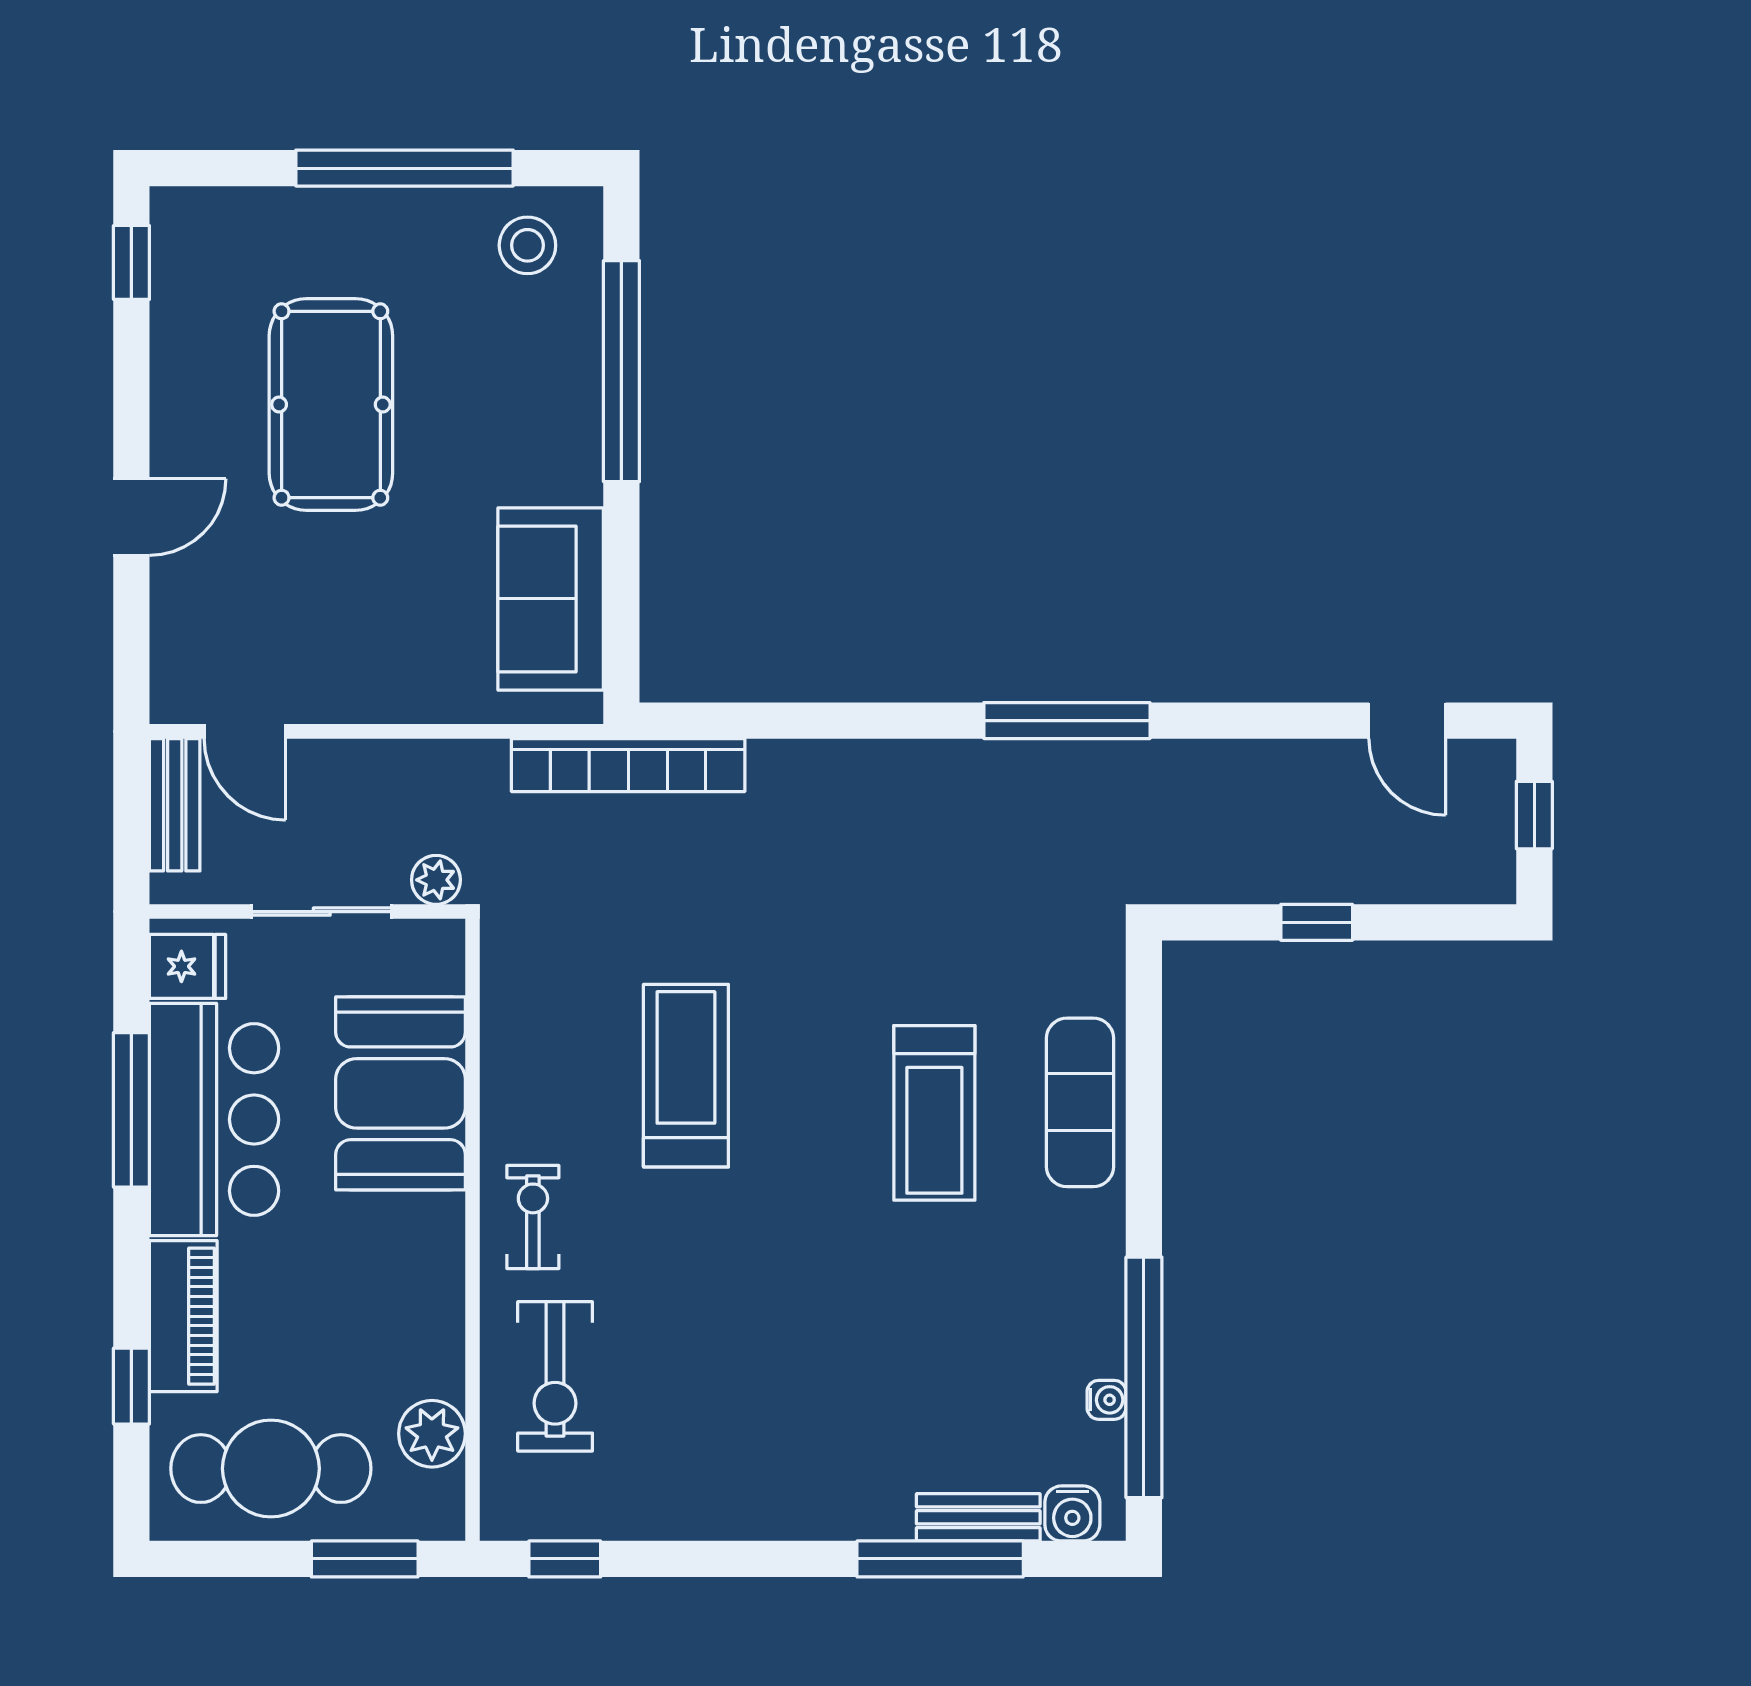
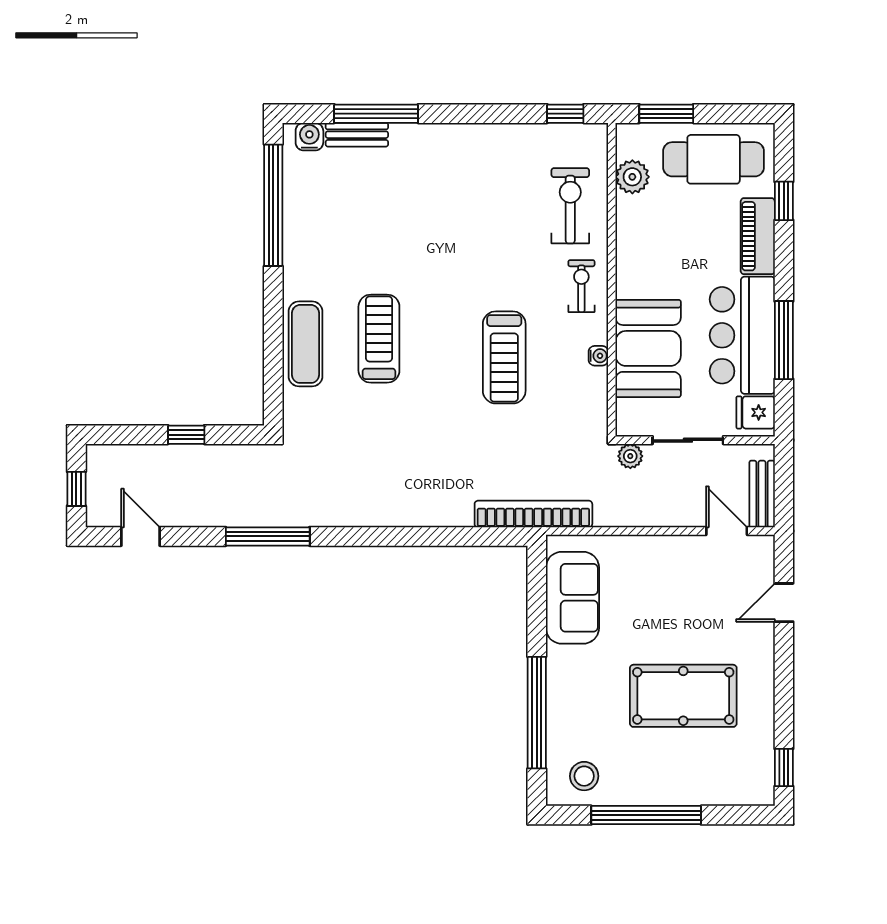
pool table: (331, 404) -> (683, 696), turned 90
door: (131, 517) -> (784, 603), moved
window: (1067, 721) -> (268, 536), moved
exercise bike: (533, 1217) -> (581, 286), turned 180
water cooler: (1106, 1400) -> (598, 356), moved, turned 180

